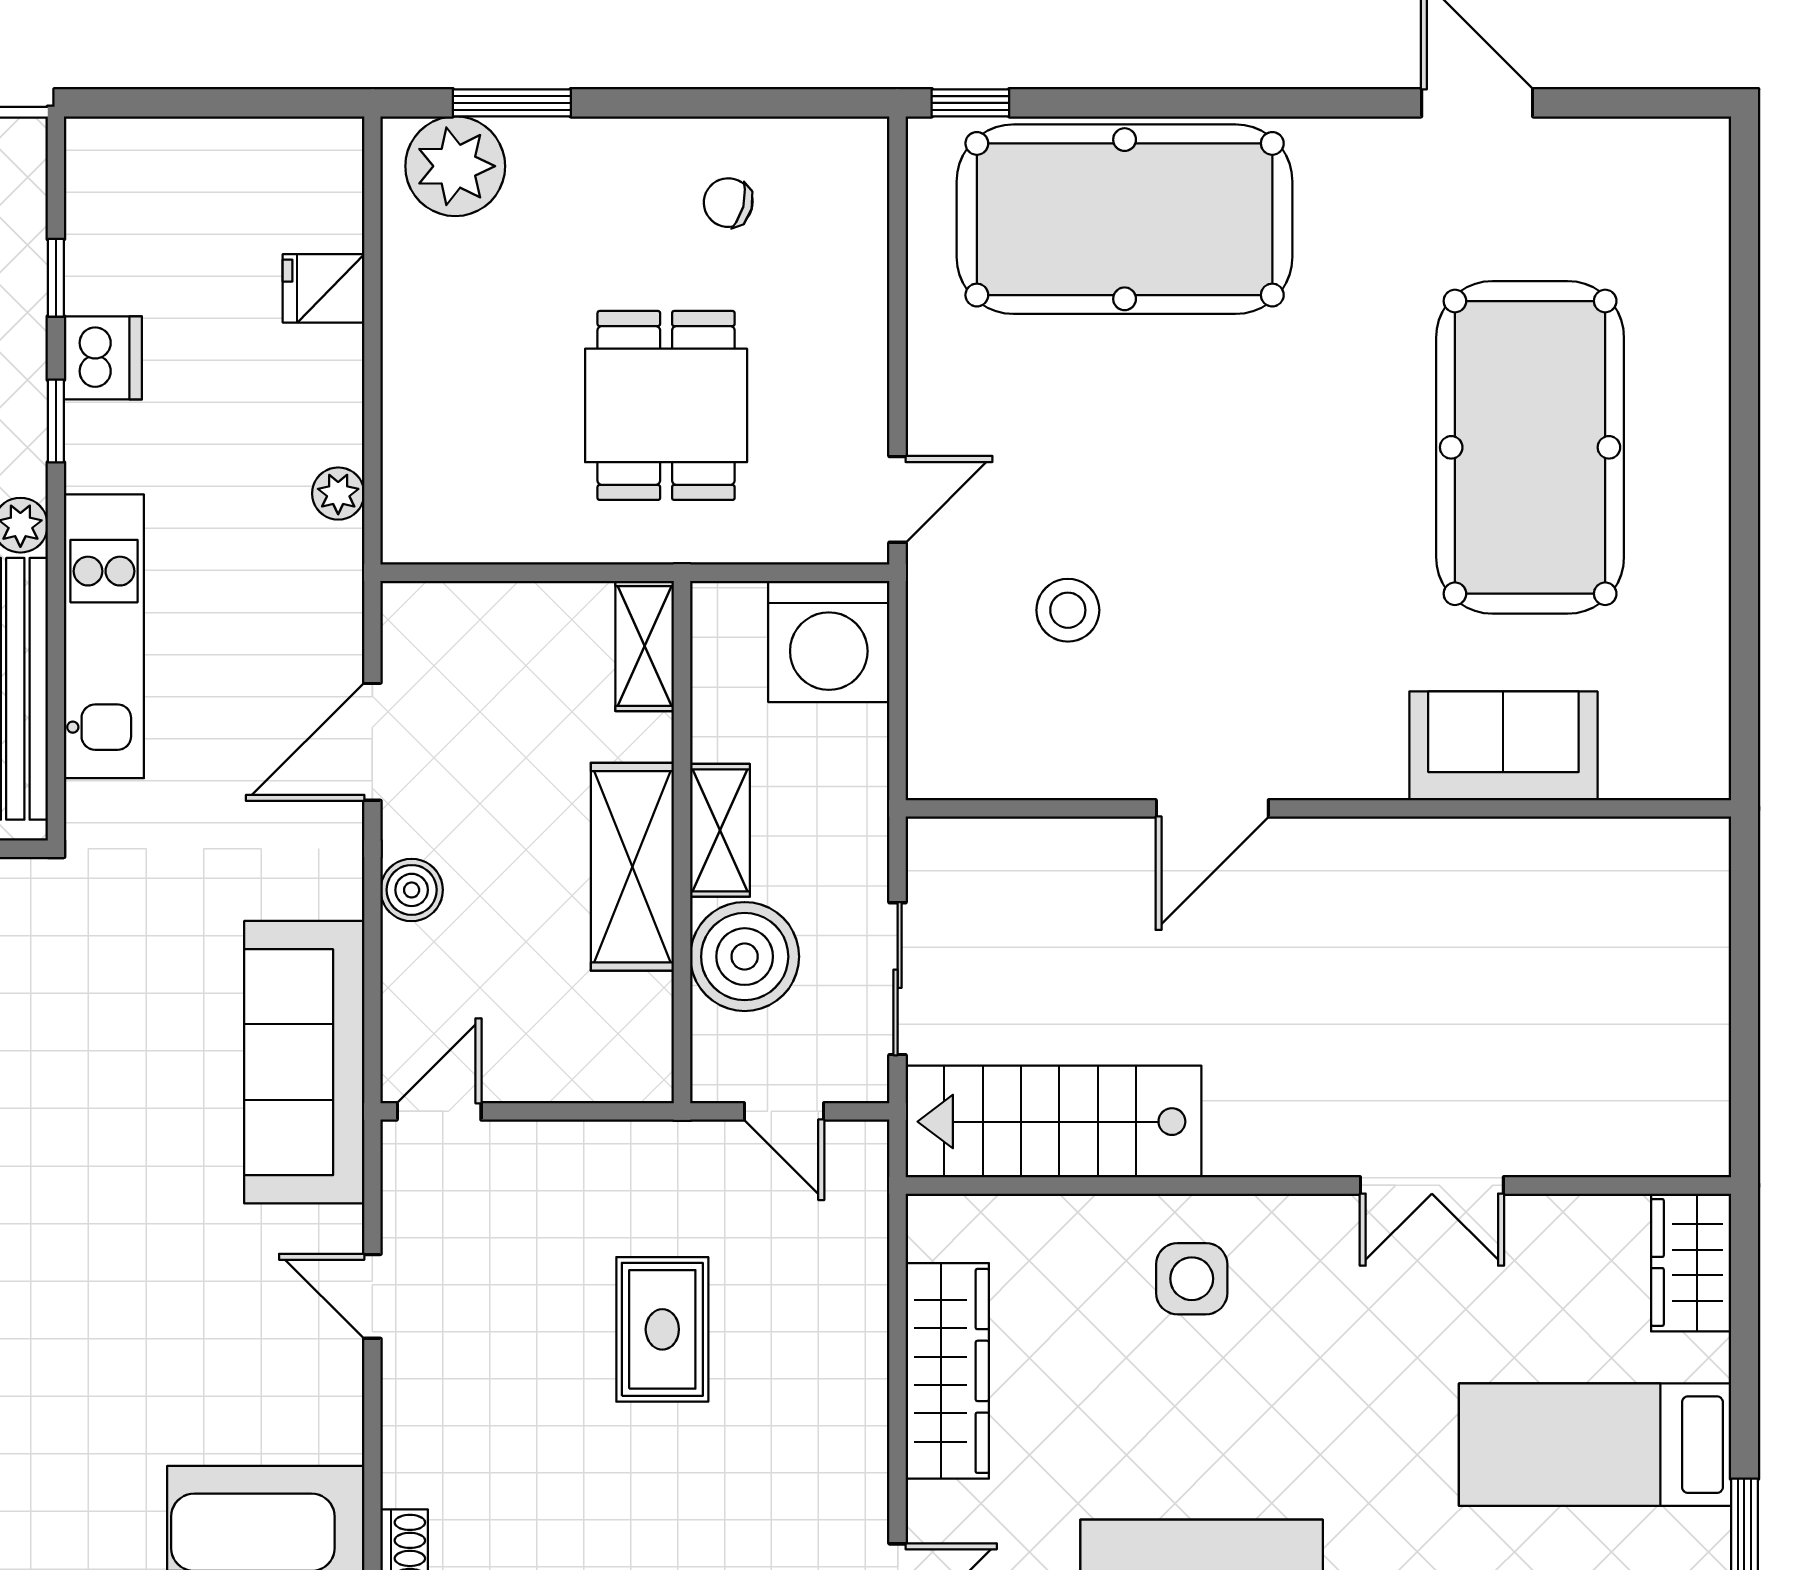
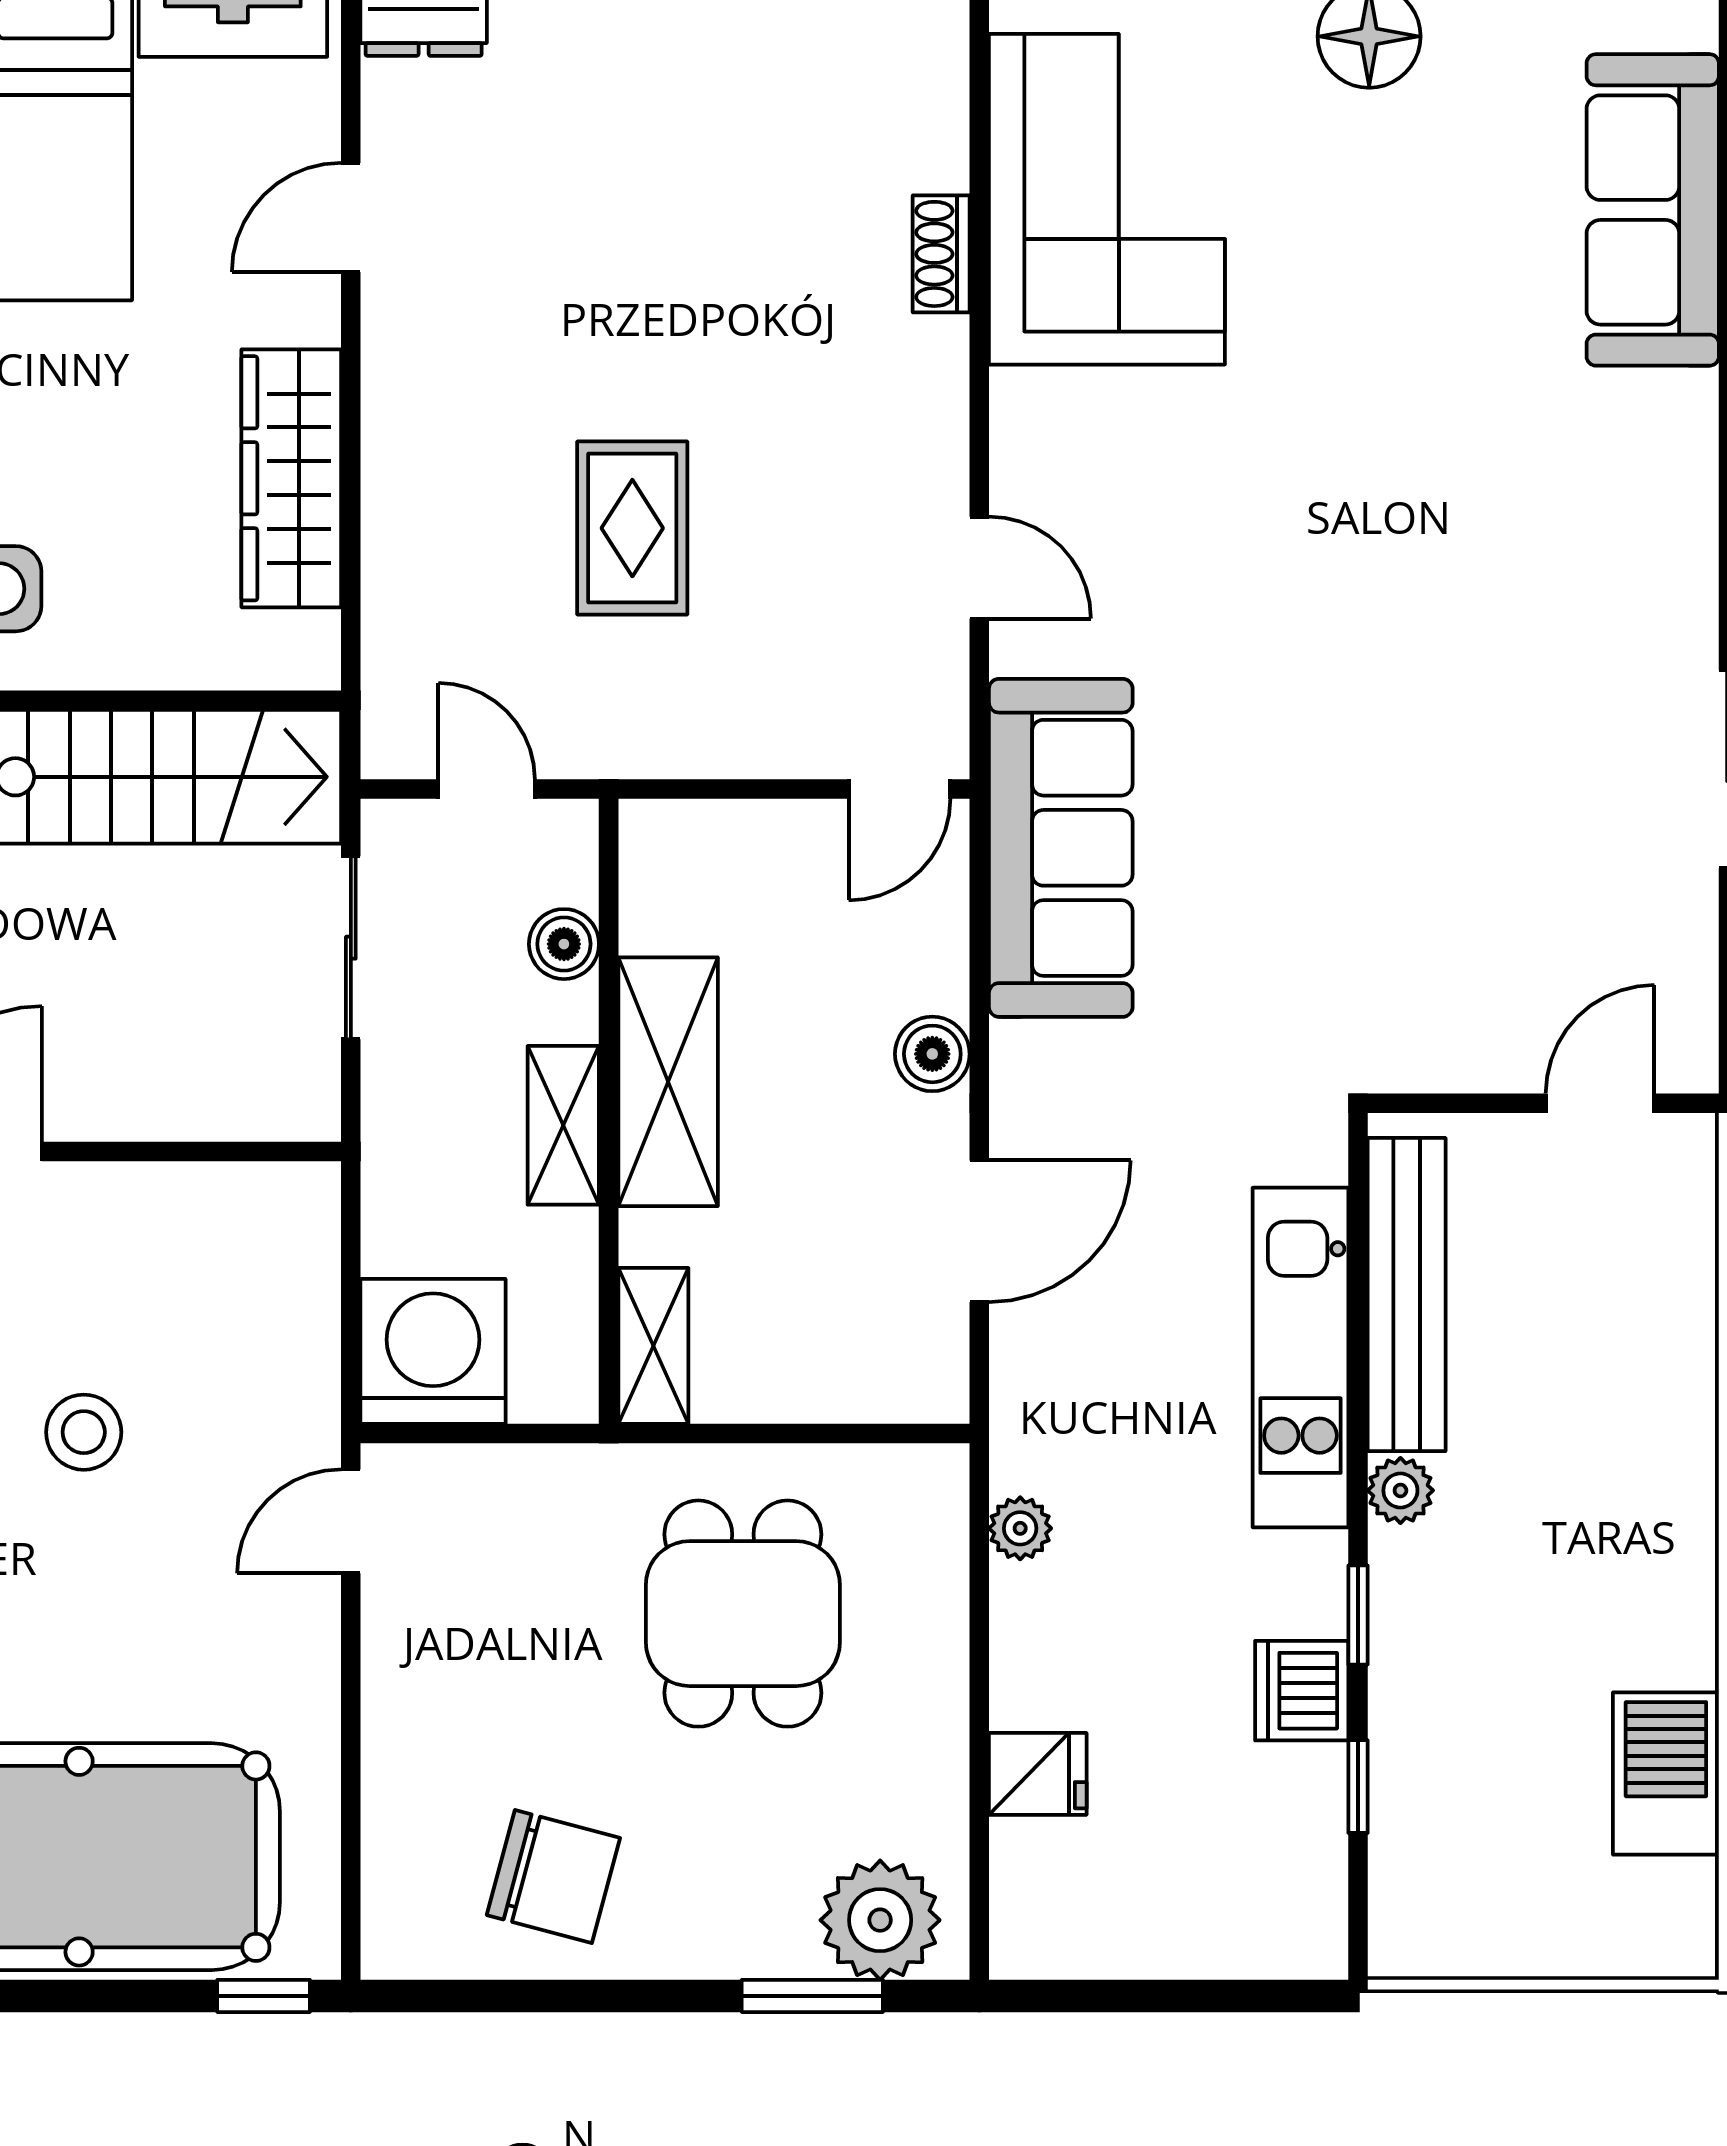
chair: (728, 203) -> (553, 1877), width x1.87, depth x1.87
dining table: (666, 405) -> (743, 1614), moved
stool: (1068, 610) -> (84, 1432), moved
boiler: (745, 957) -> (564, 944), width x0.54, depth x0.54

